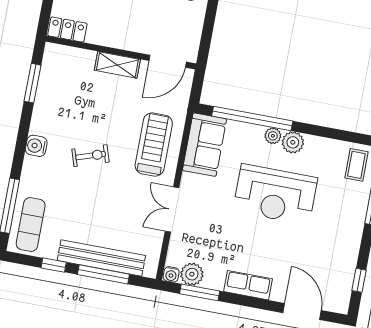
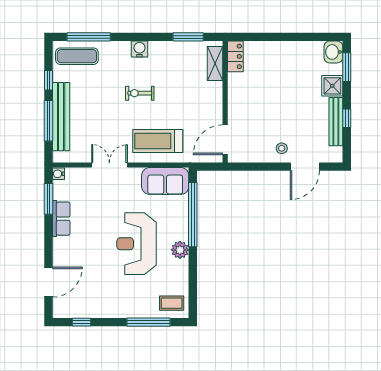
door: (168, 61) -> (225, 140), hinge flipped
shelving: (117, 65) -> (215, 63), moved
plant: (273, 136) -> (182, 233), removed
treadmill: (154, 145) -> (158, 141), turned 180
exercise bike: (91, 156) -> (140, 93), turned 108
plant: (192, 274) -> (62, 190), removed
row of seats: (248, 285) -> (61, 219), moved

